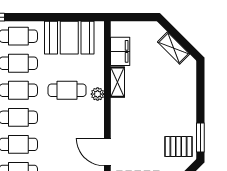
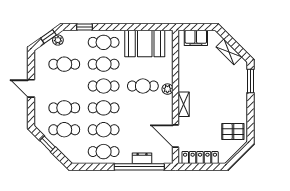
filing cabinet: (120, 51) -> (196, 38), moved, turned 90
shelving: (117, 82) -> (184, 104), moved
window: (200, 138) -> (251, 81), moved

